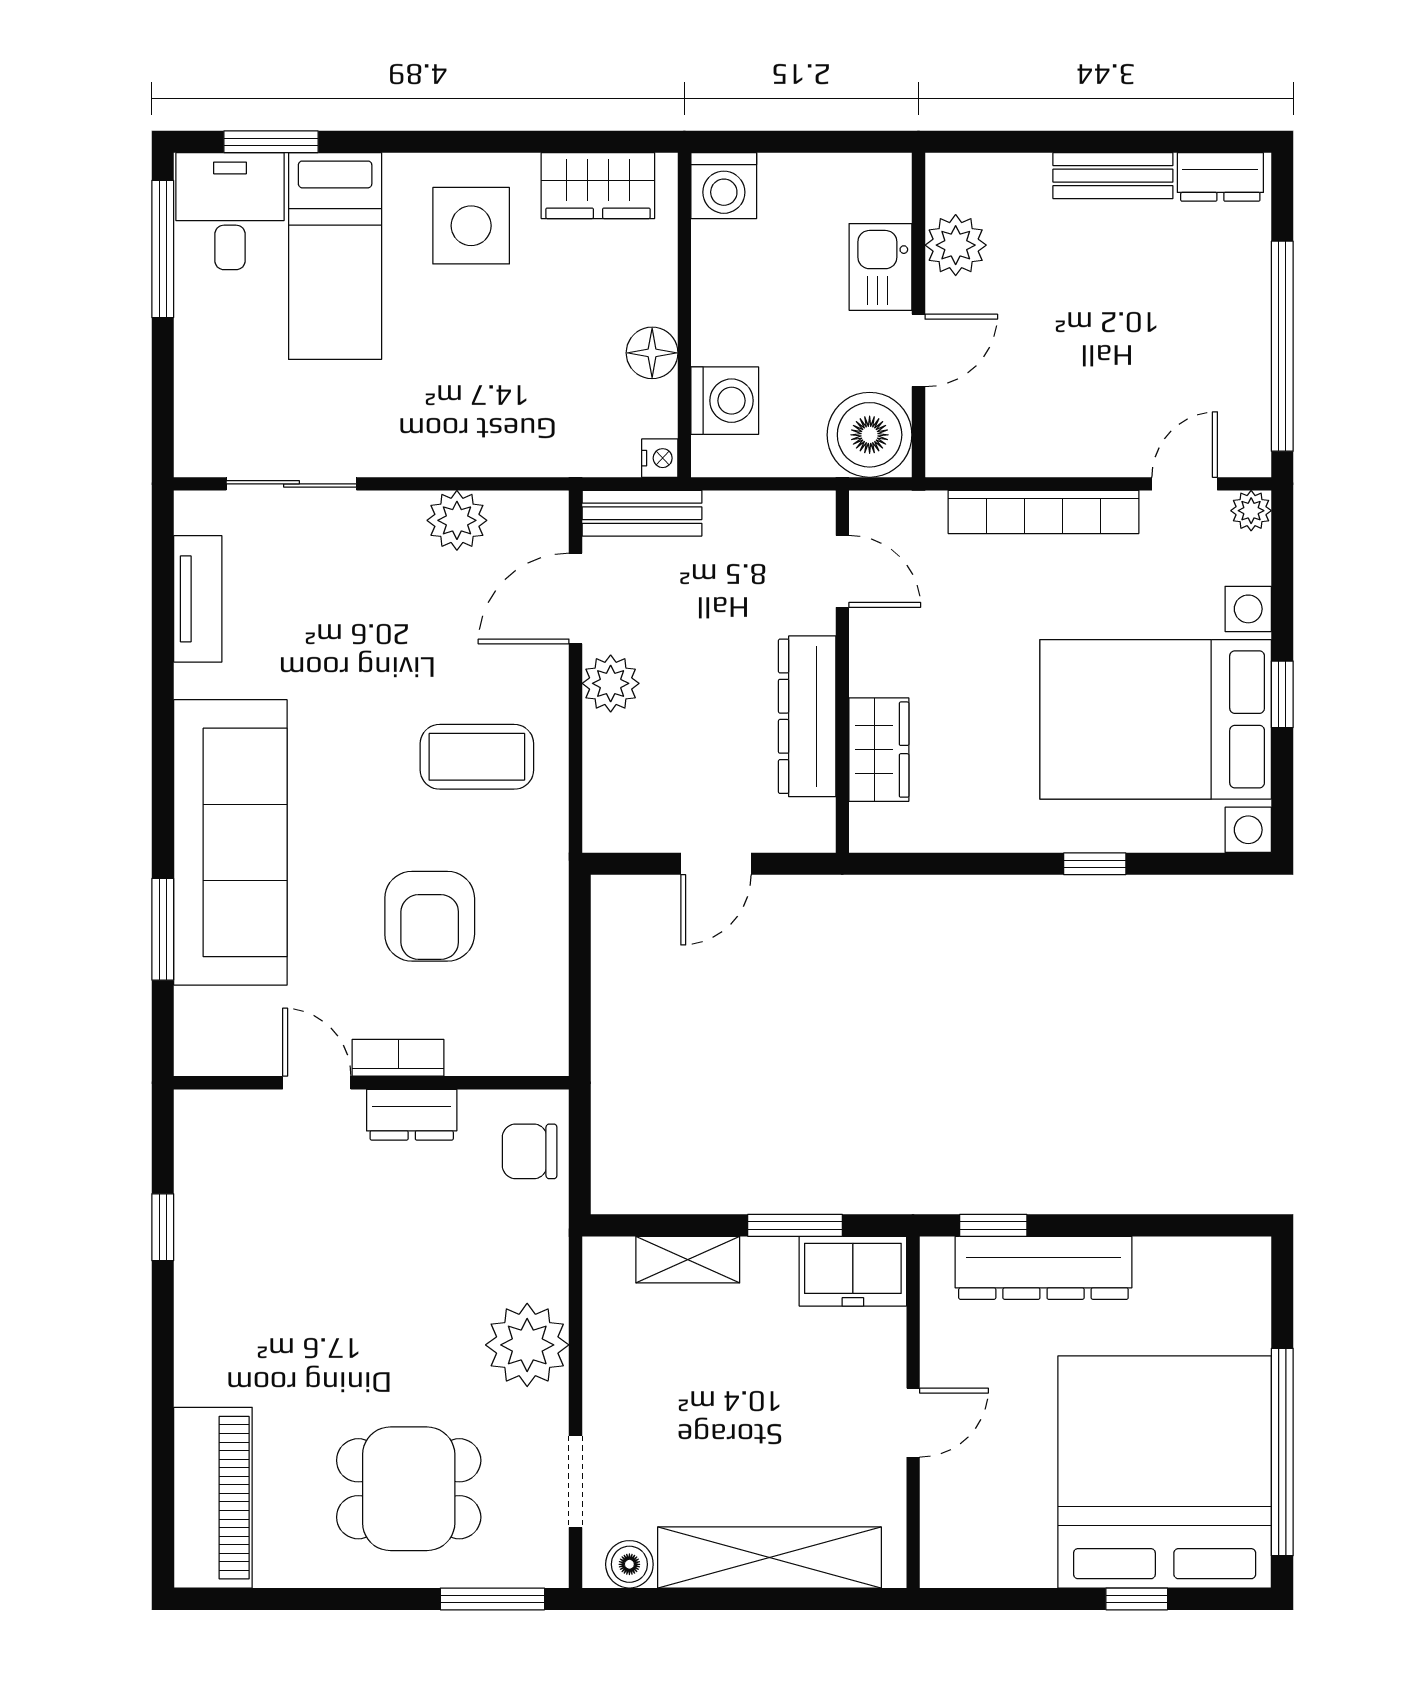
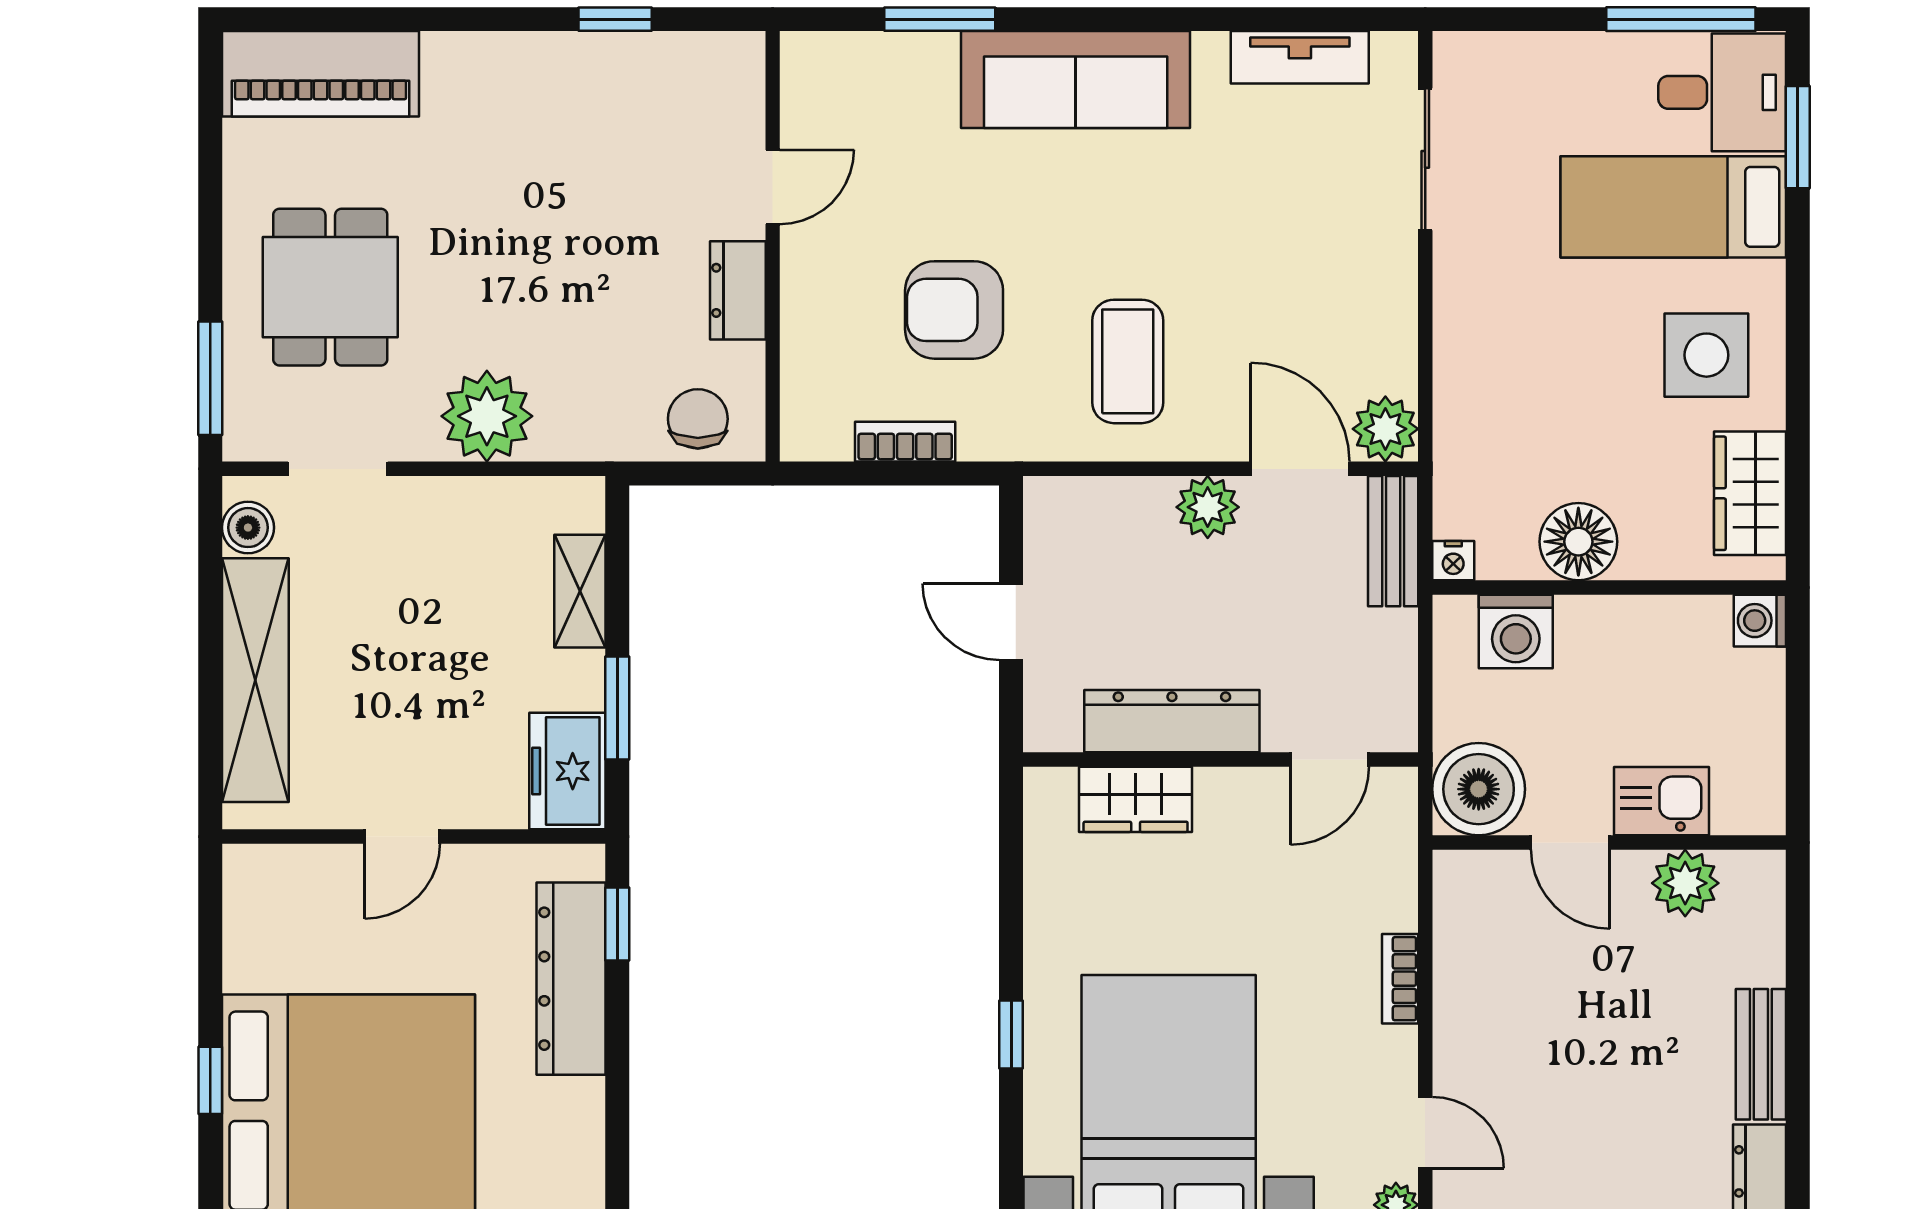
washing machine: (724, 186) -> (1760, 621), width x0.73, depth x0.73
floor lamp: (652, 353) -> (1578, 542), width x1.38, depth x1.38
bookcase: (1043, 512) -> (1400, 979), width x0.43, depth x0.76
plant: (457, 520) -> (1385, 429), moved
sofa: (230, 842) -> (1076, 80), width x0.74, depth x0.79
bookcase: (398, 1058) -> (905, 442), moved, turned -90
door: (913, 1423) -> (402, 837), hinge flipped

